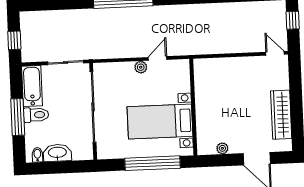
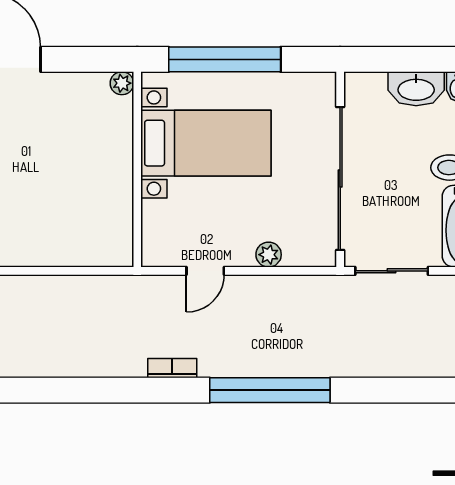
bookcase: (172, 10) -> (172, 368), added
plant: (141, 67) -> (269, 255), moved
plant: (222, 148) -> (122, 83), moved

